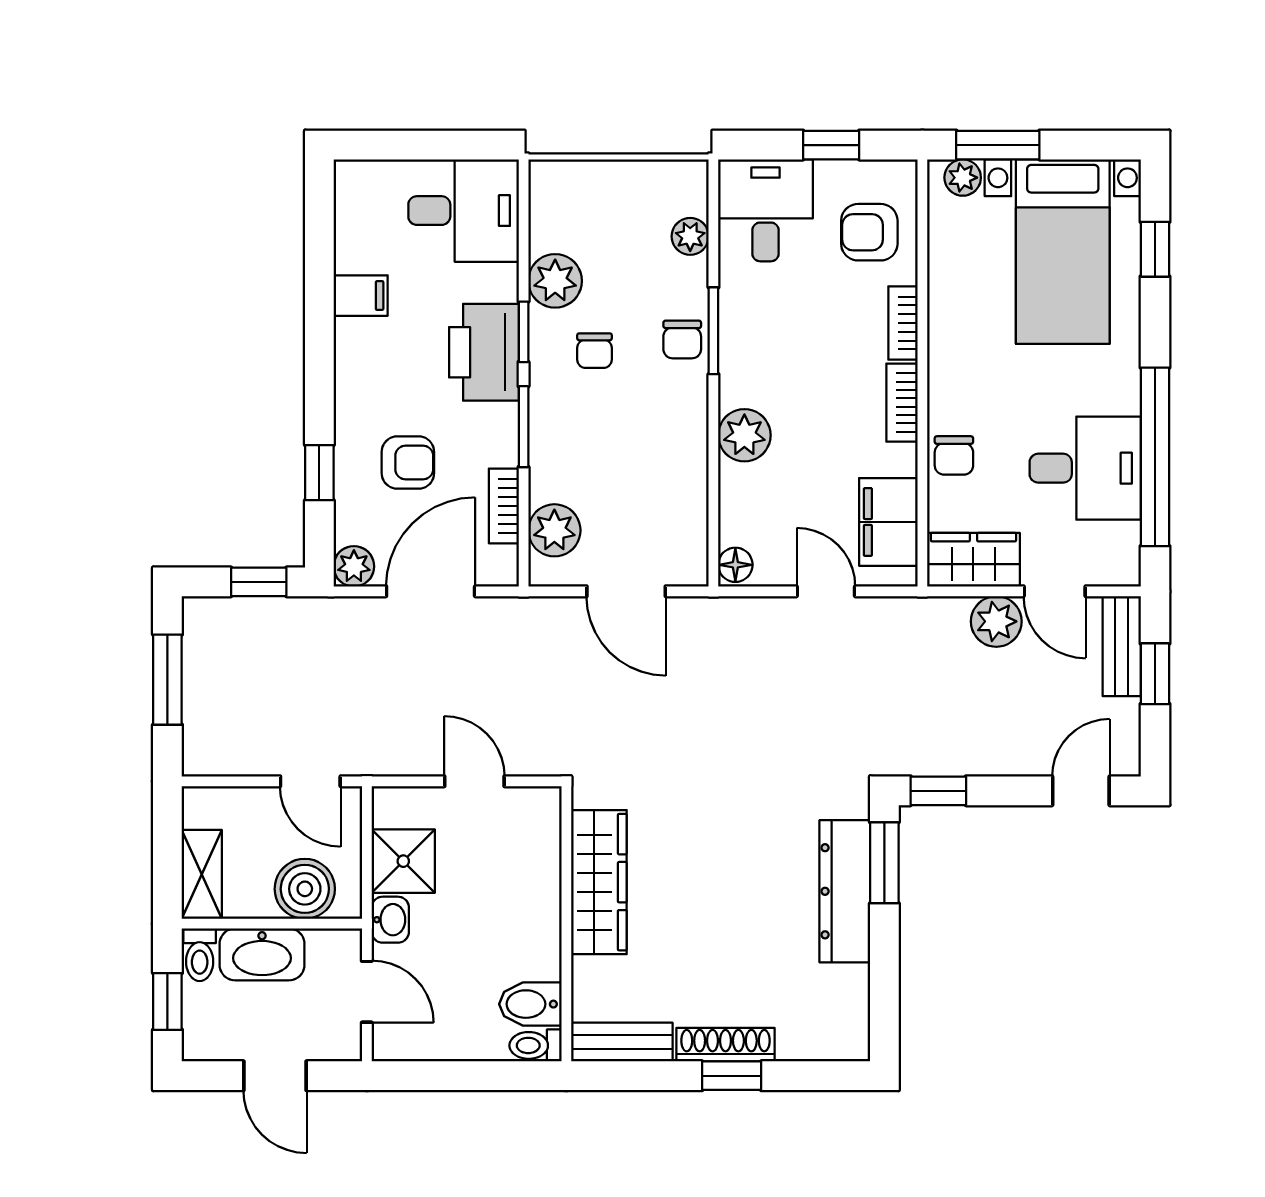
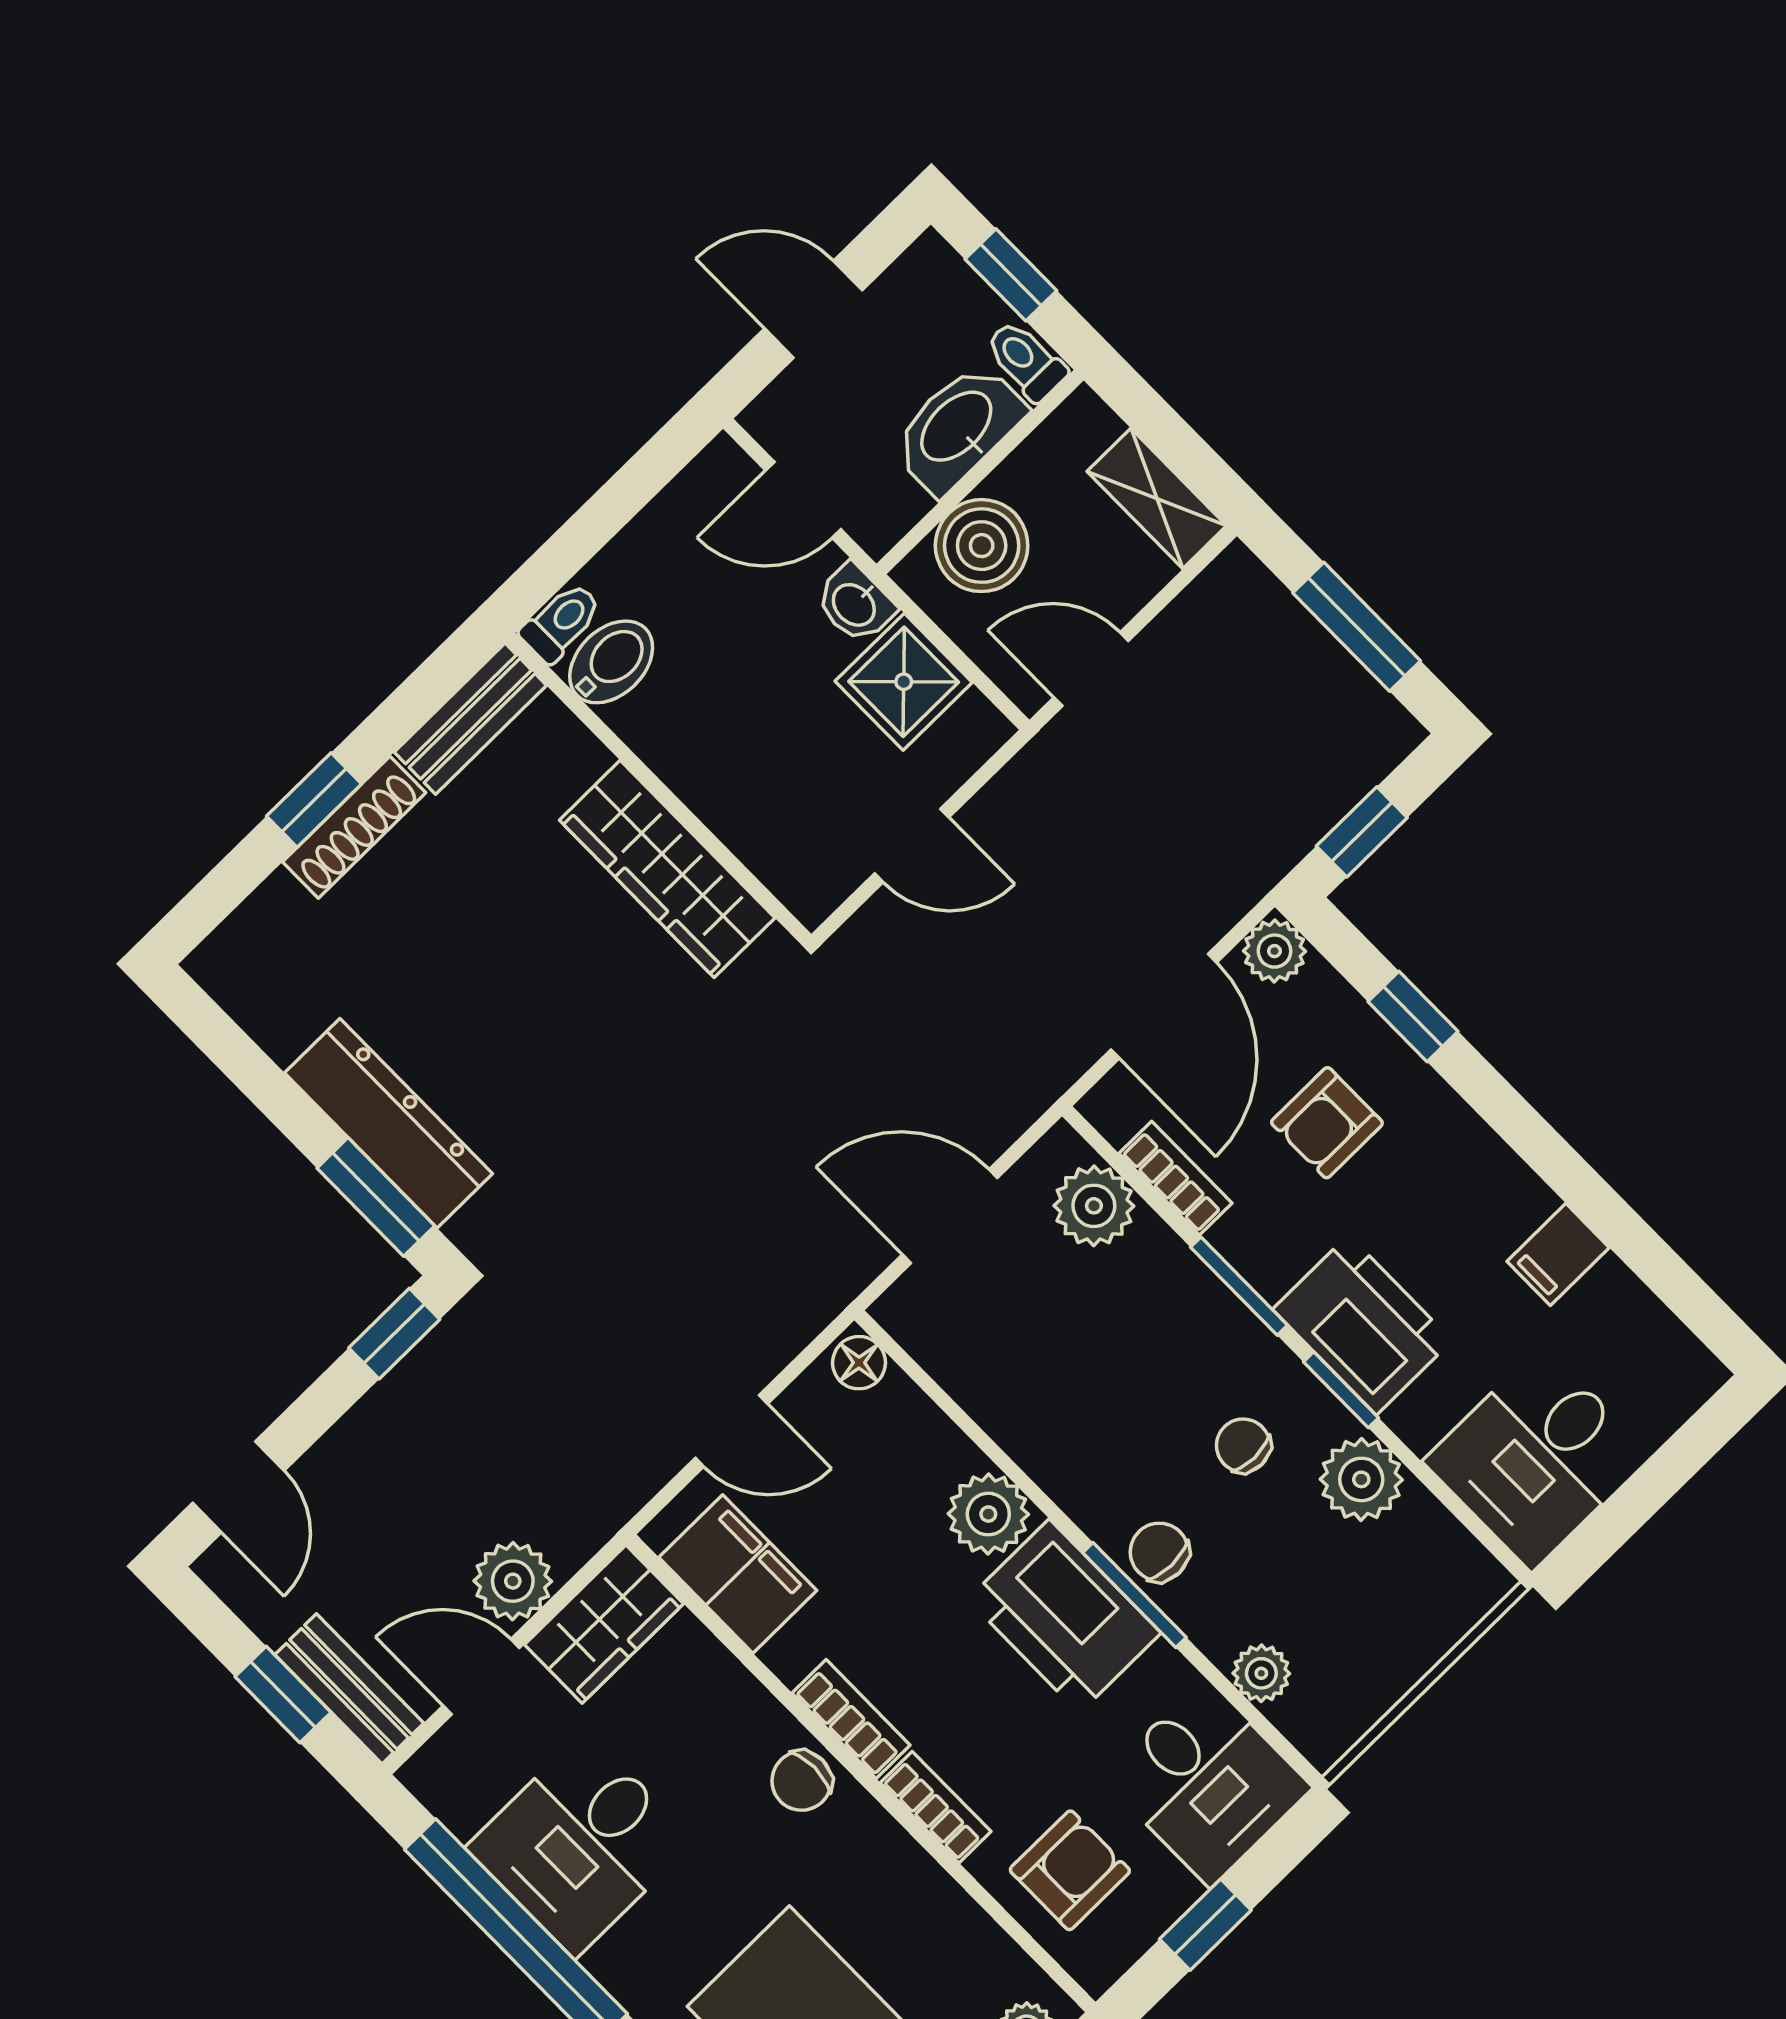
printer: (756, 353) -> (1064, 1616), added
chair: (954, 455) -> (802, 1781), moved, turned -90
shelving: (202, 874) -> (1157, 499), moved

